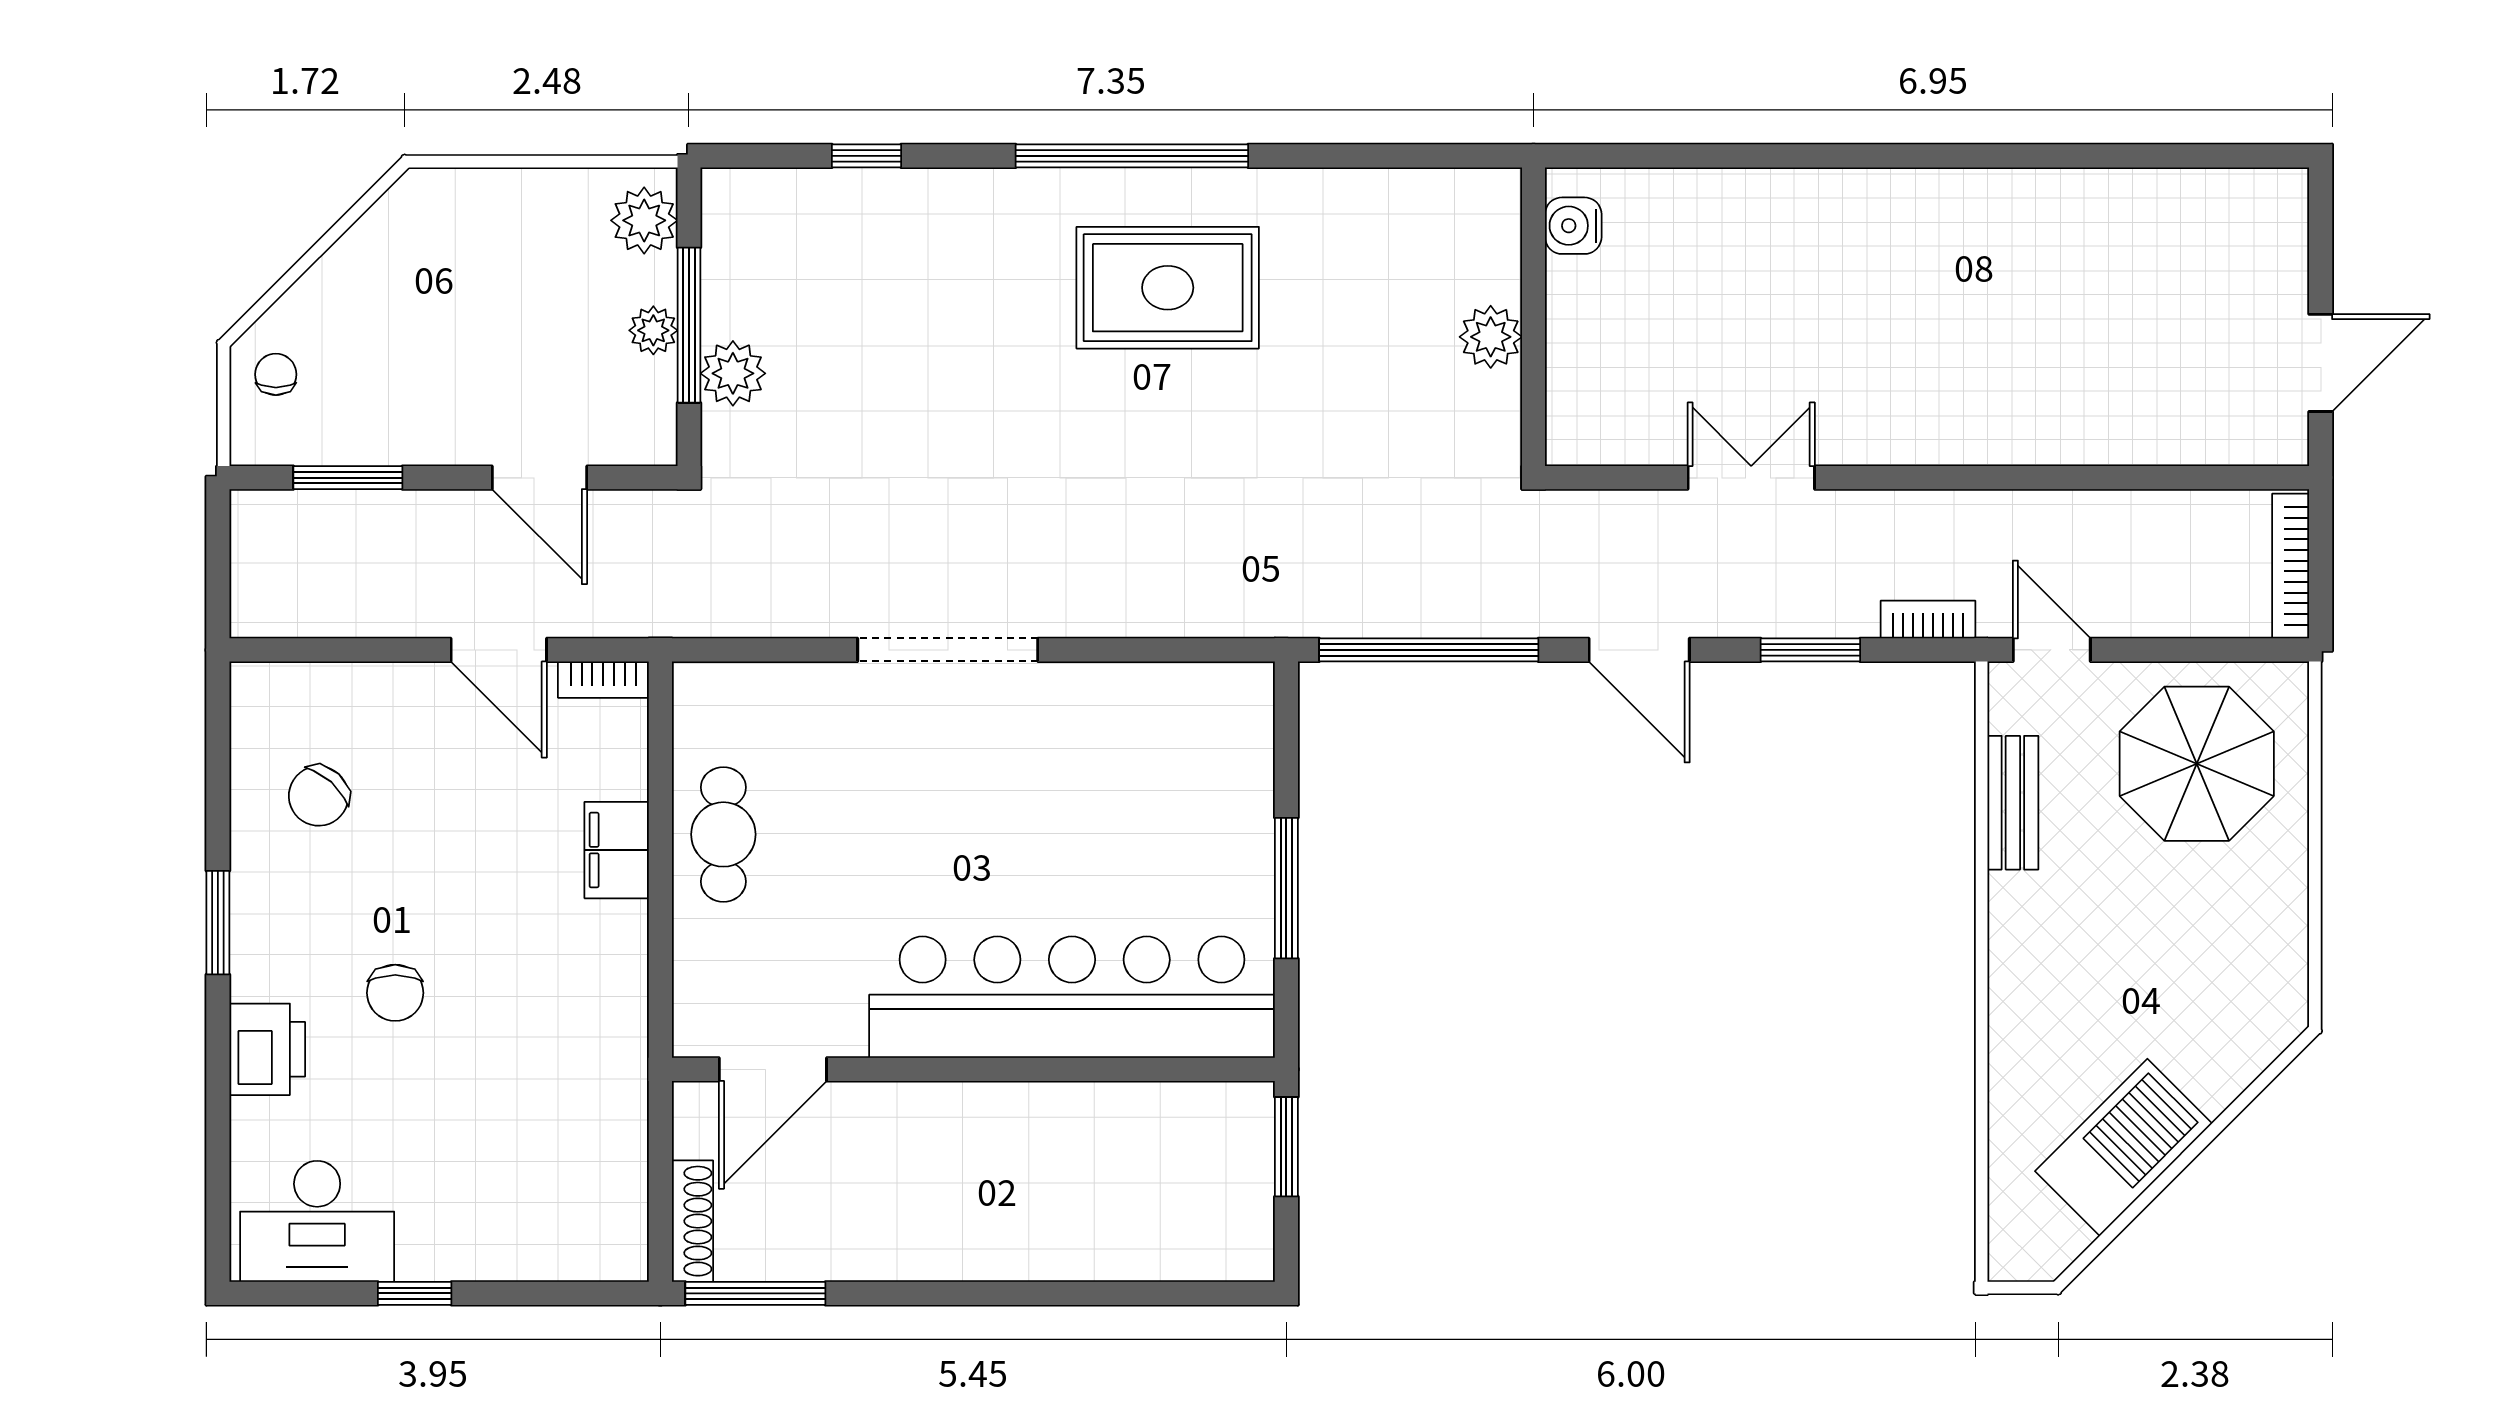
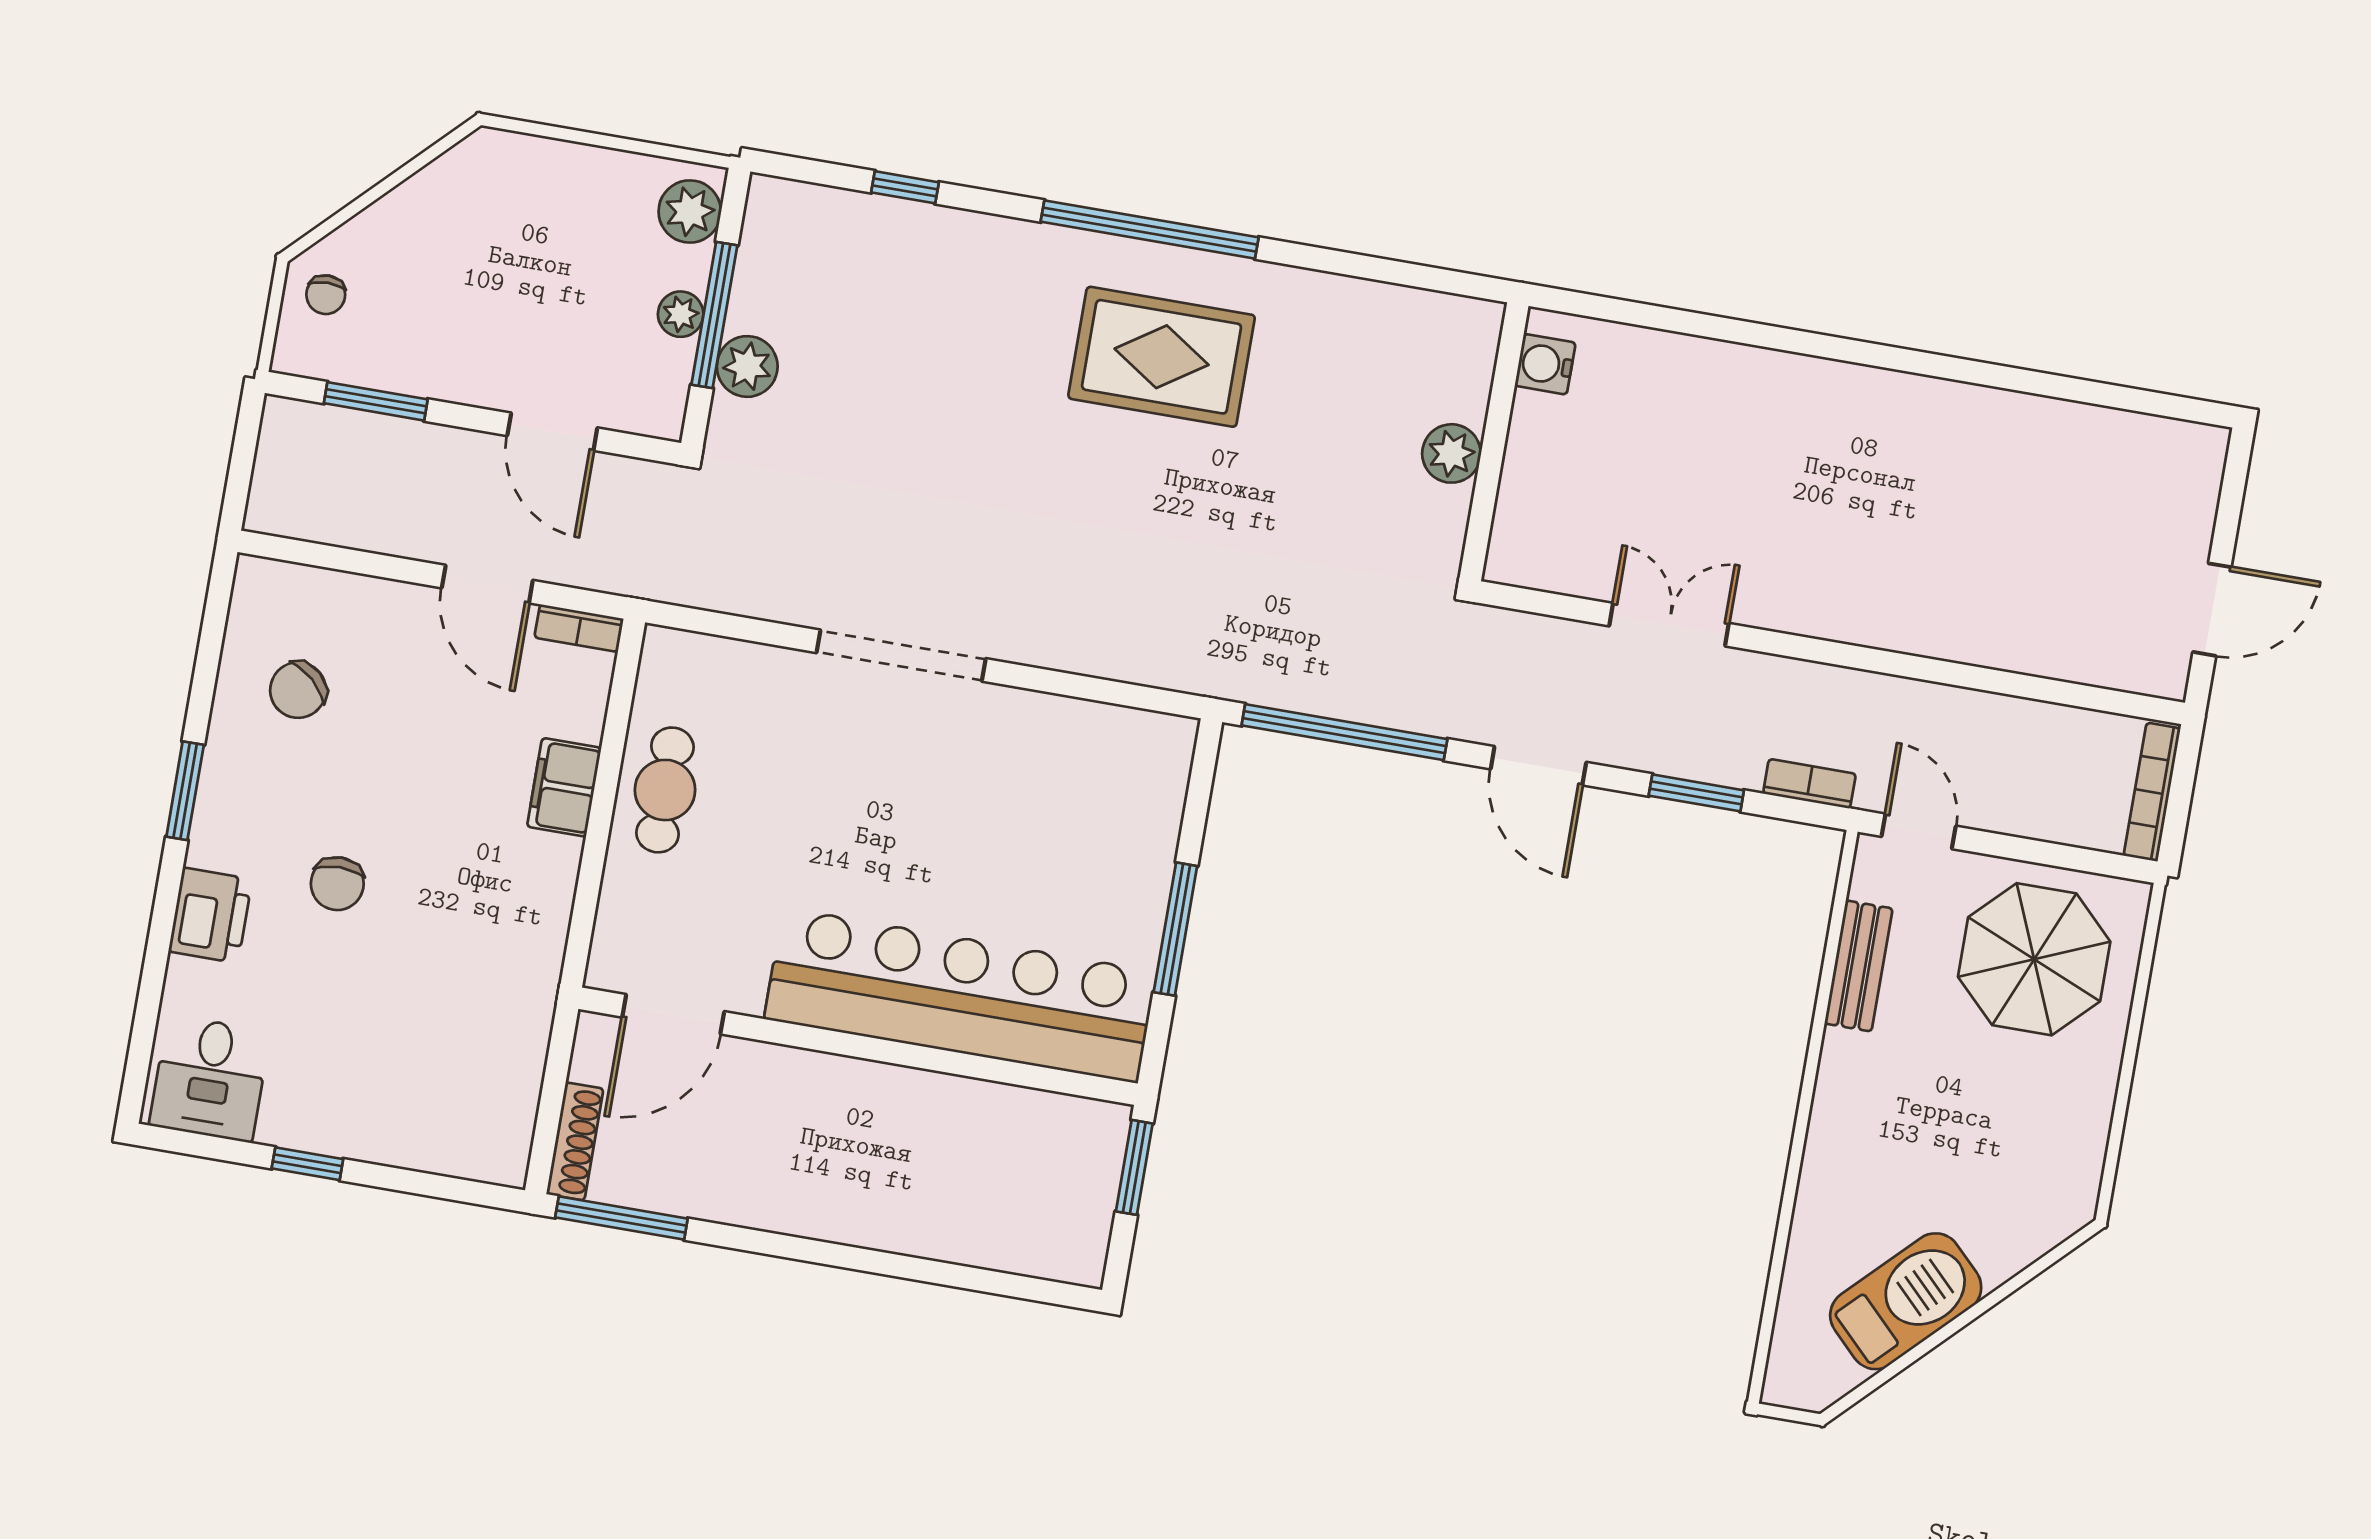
chair: (276, 374) -> (326, 295), turned 180
desk: (317, 1221) -> (210, 1078), width x0.73

